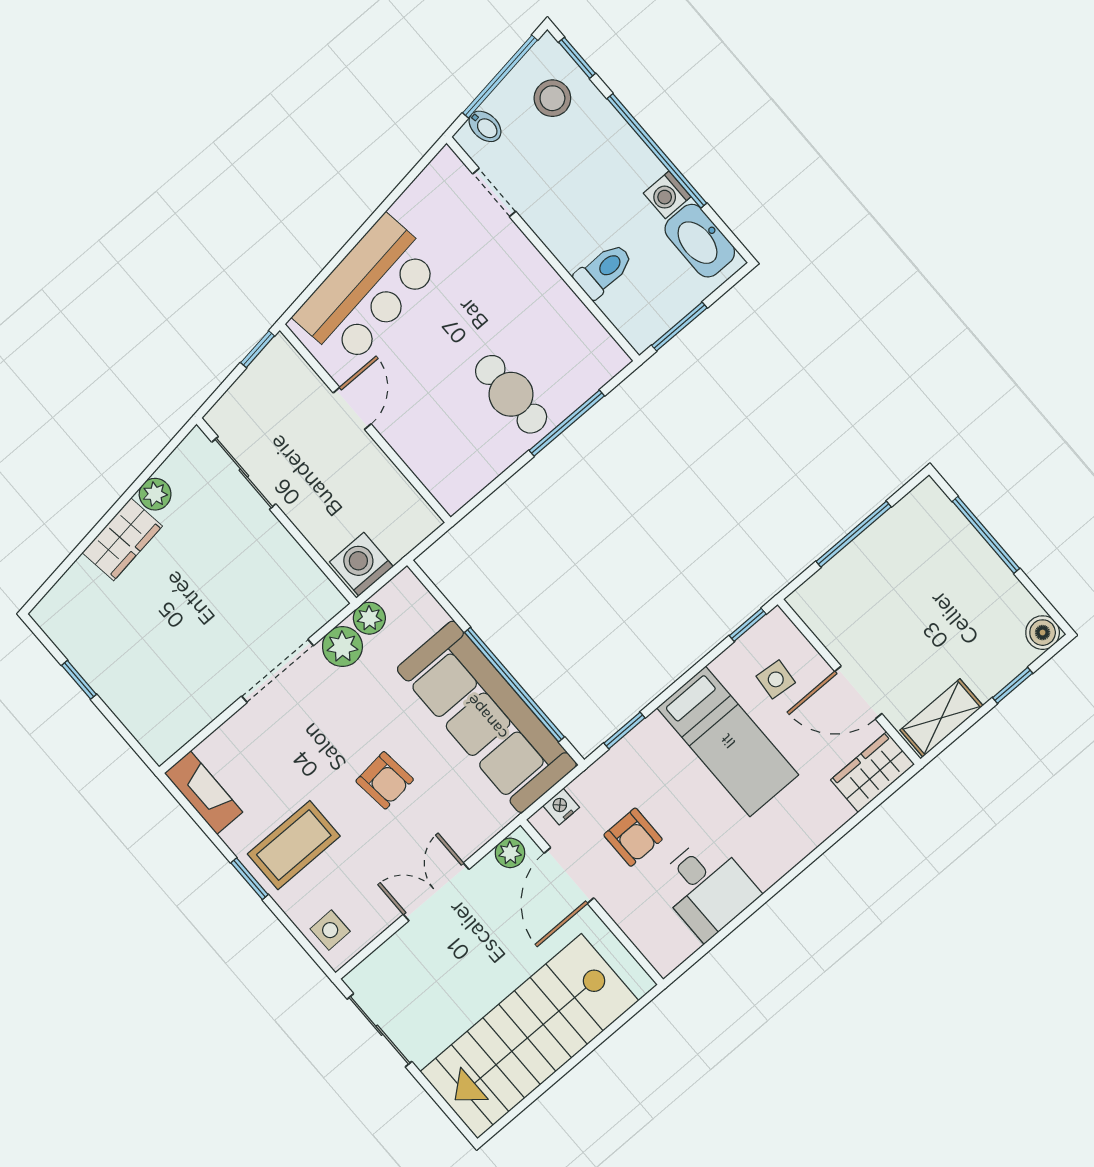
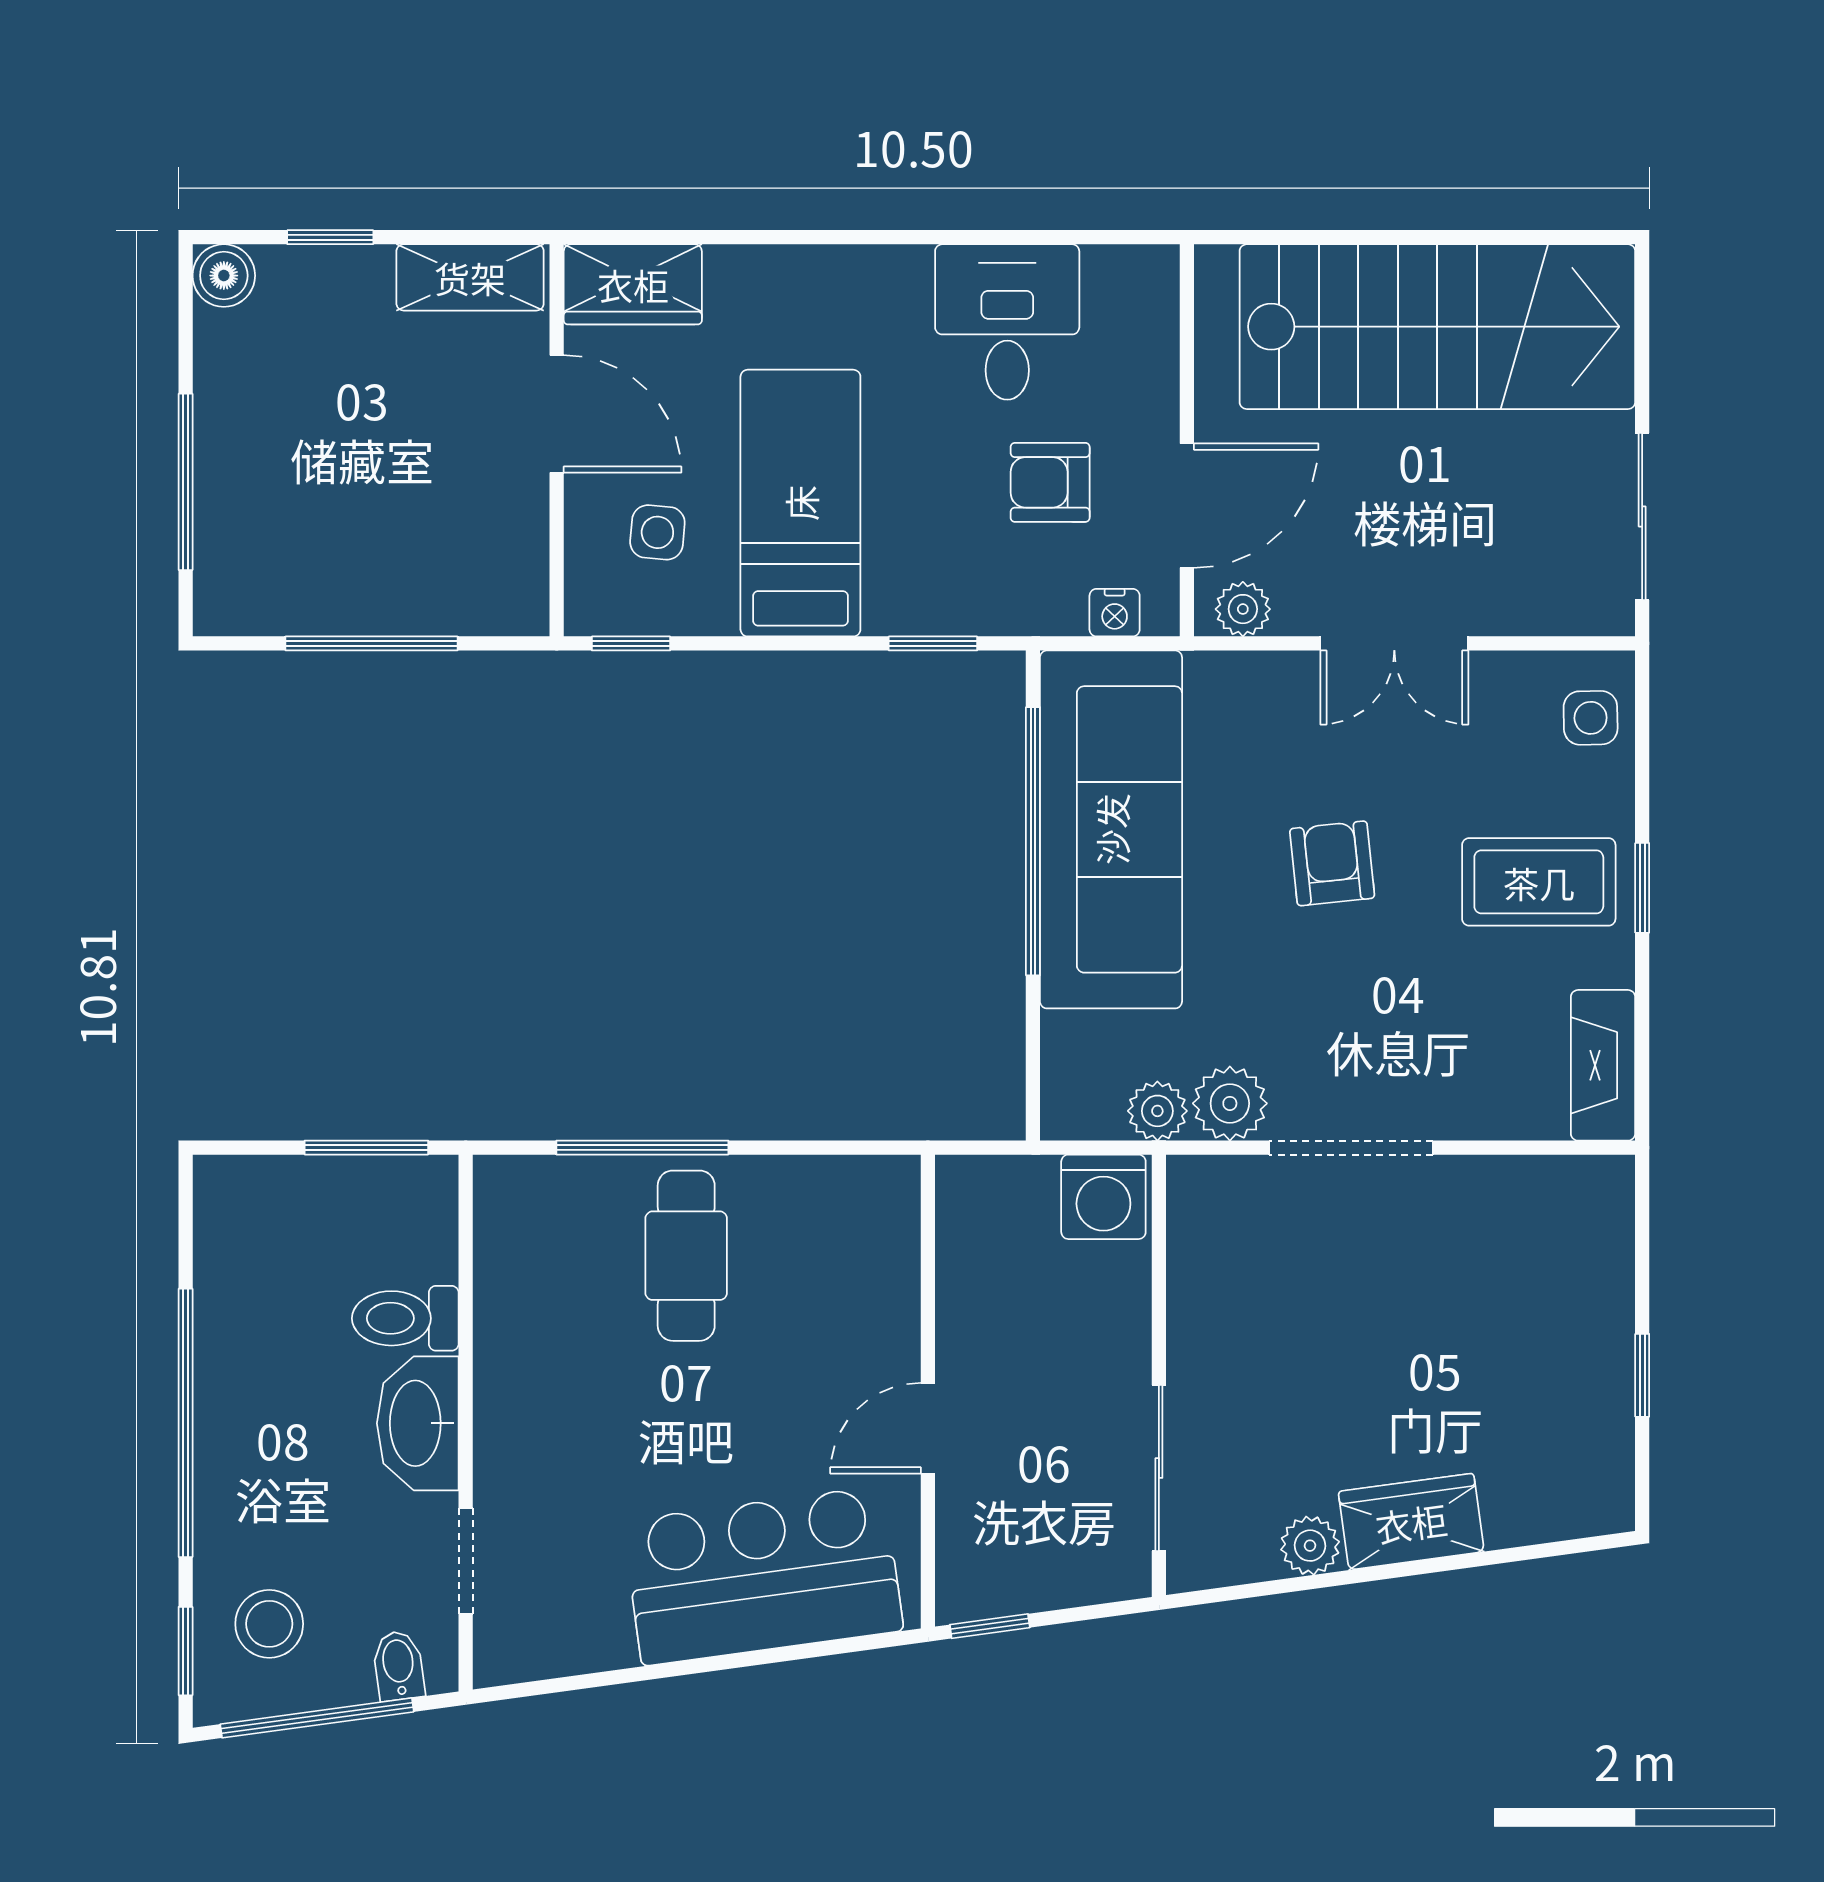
washing machine: (667, 195) -> (224, 1348), removed
washbasin: (700, 241) -> (418, 1423), moved, turned 180
armchair: (633, 837) -> (1050, 482), turned -90

